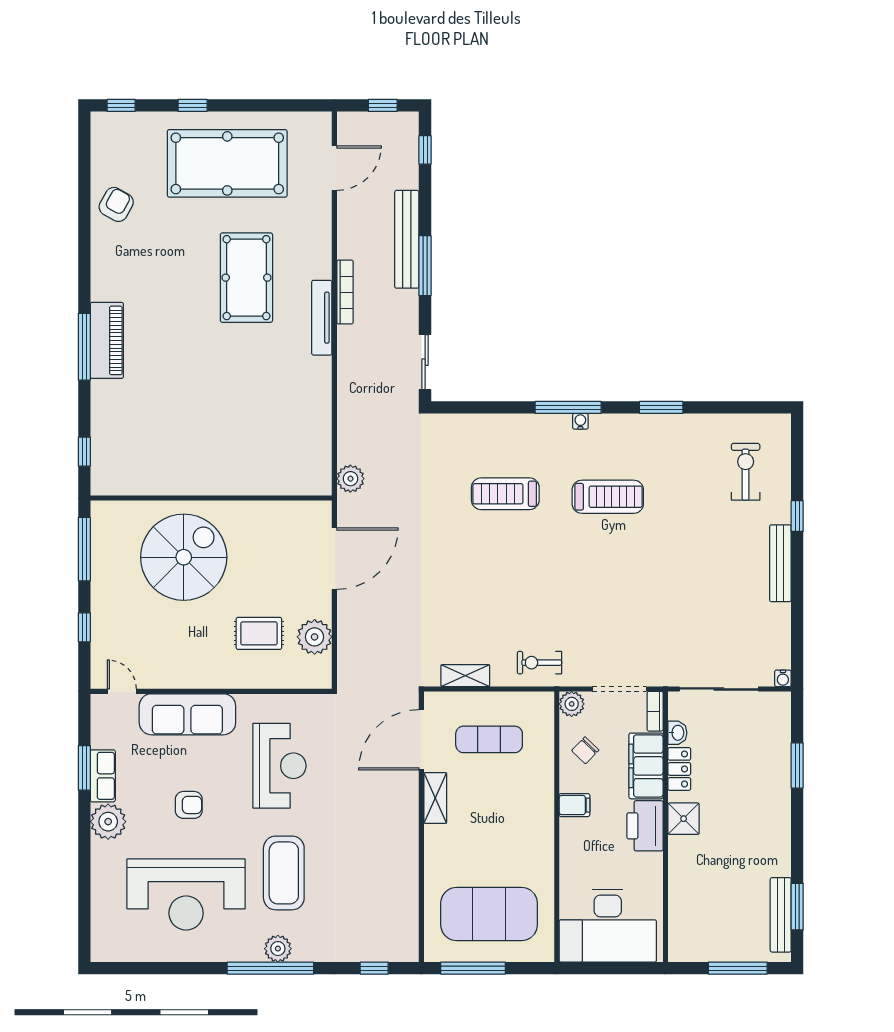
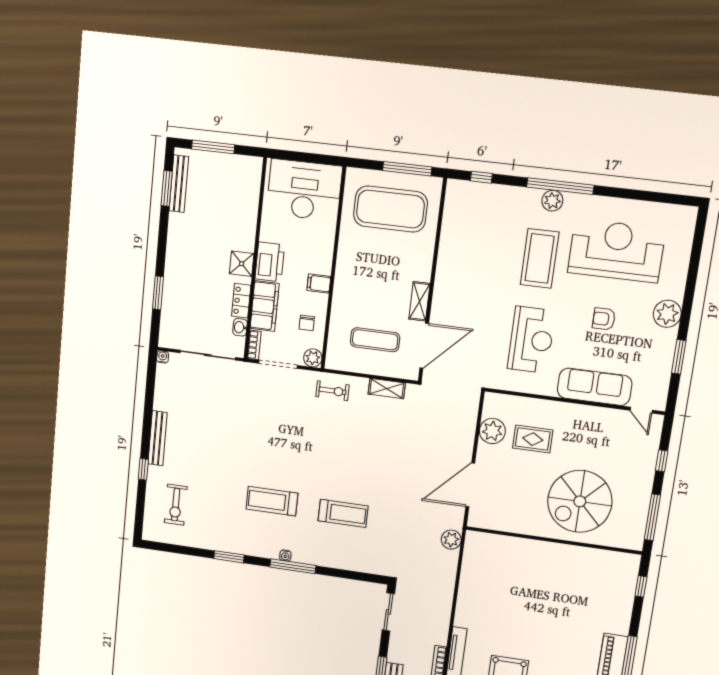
chair: (585, 750) -> (307, 323), turned 136
reception desk: (280, 766) -> (531, 340), turned 180
row of seats: (103, 776) -> (666, 349), removed

